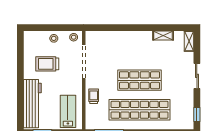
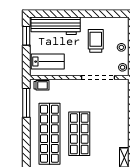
trolley: (94, 96) -> (41, 85), moved

